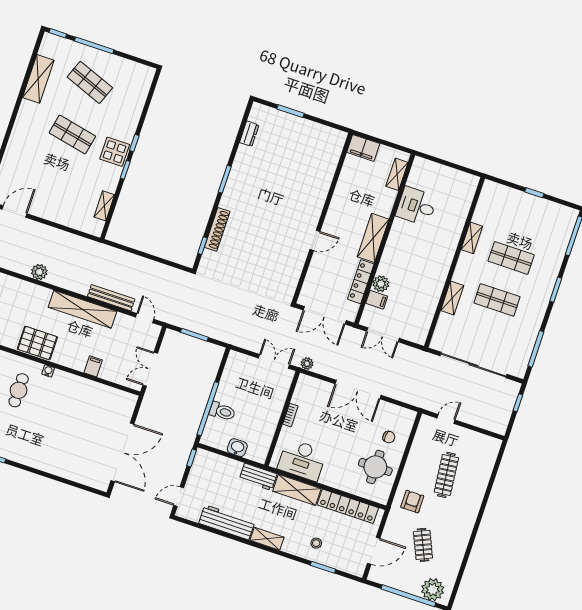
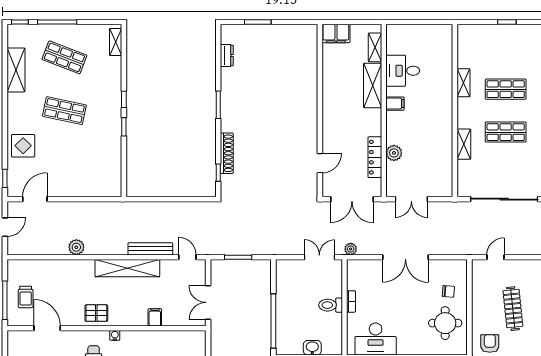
display table: (115, 152) -> (23, 146), moved
shelving: (104, 206) -> (116, 42), moved
shelving: (373, 238) -> (373, 85), moved
door: (315, 240) -> (320, 163), moved
filing cabinet: (377, 300) -> (395, 104), moved
pallet: (37, 343) -> (96, 313), width x0.67, depth x0.71
toilet: (222, 411) -> (331, 305), moved, turned 180

